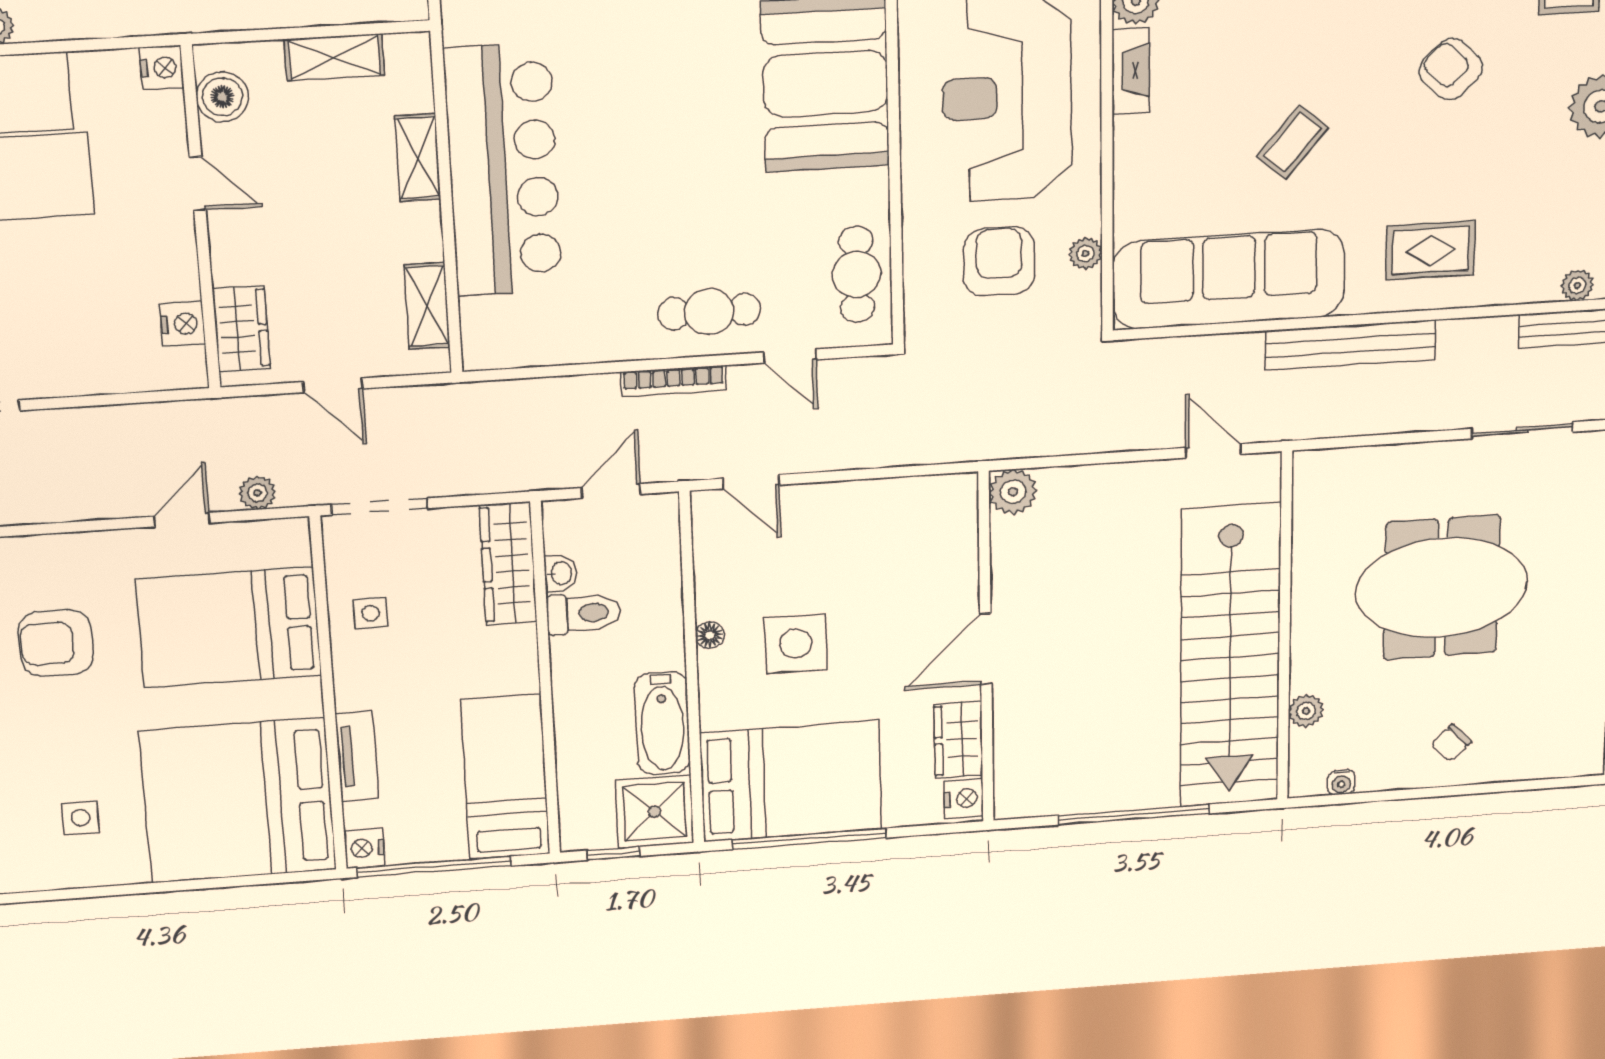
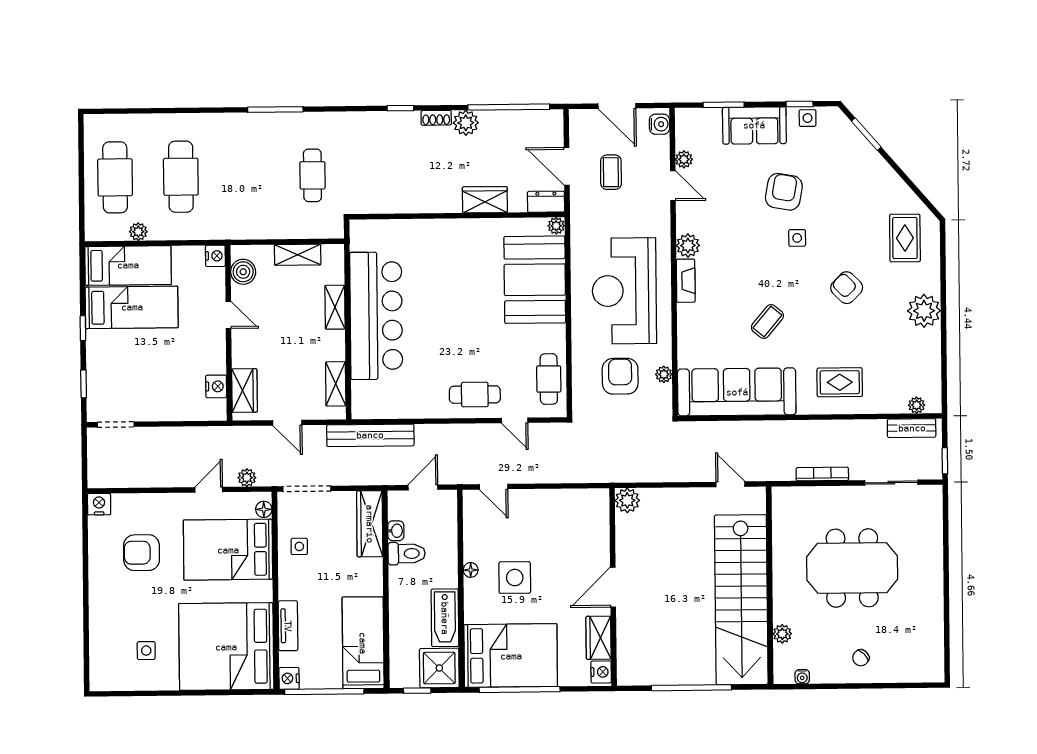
bench: (1350, 345) -> (370, 435), moved
bookcase: (674, 381) -> (822, 474), moved, turned 180
floor lamp: (296, 550) -> (264, 509), added

